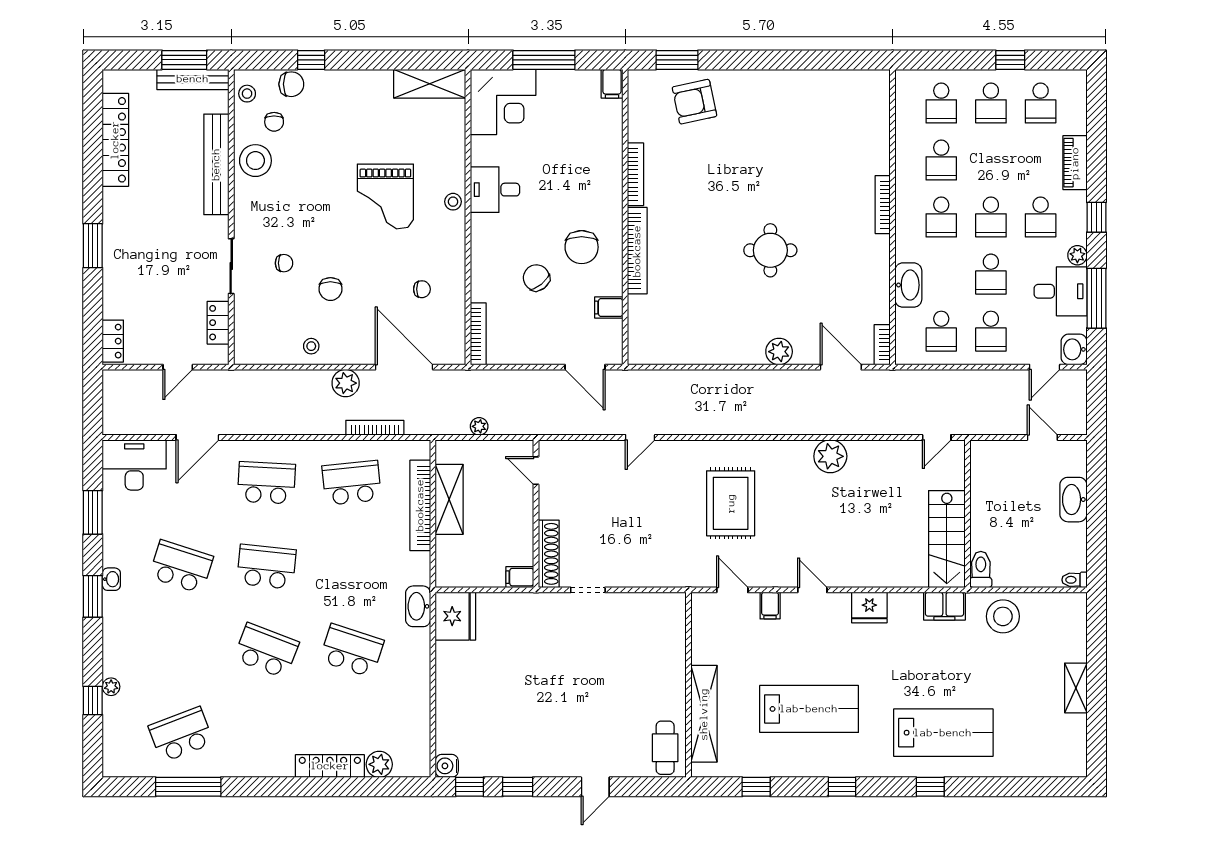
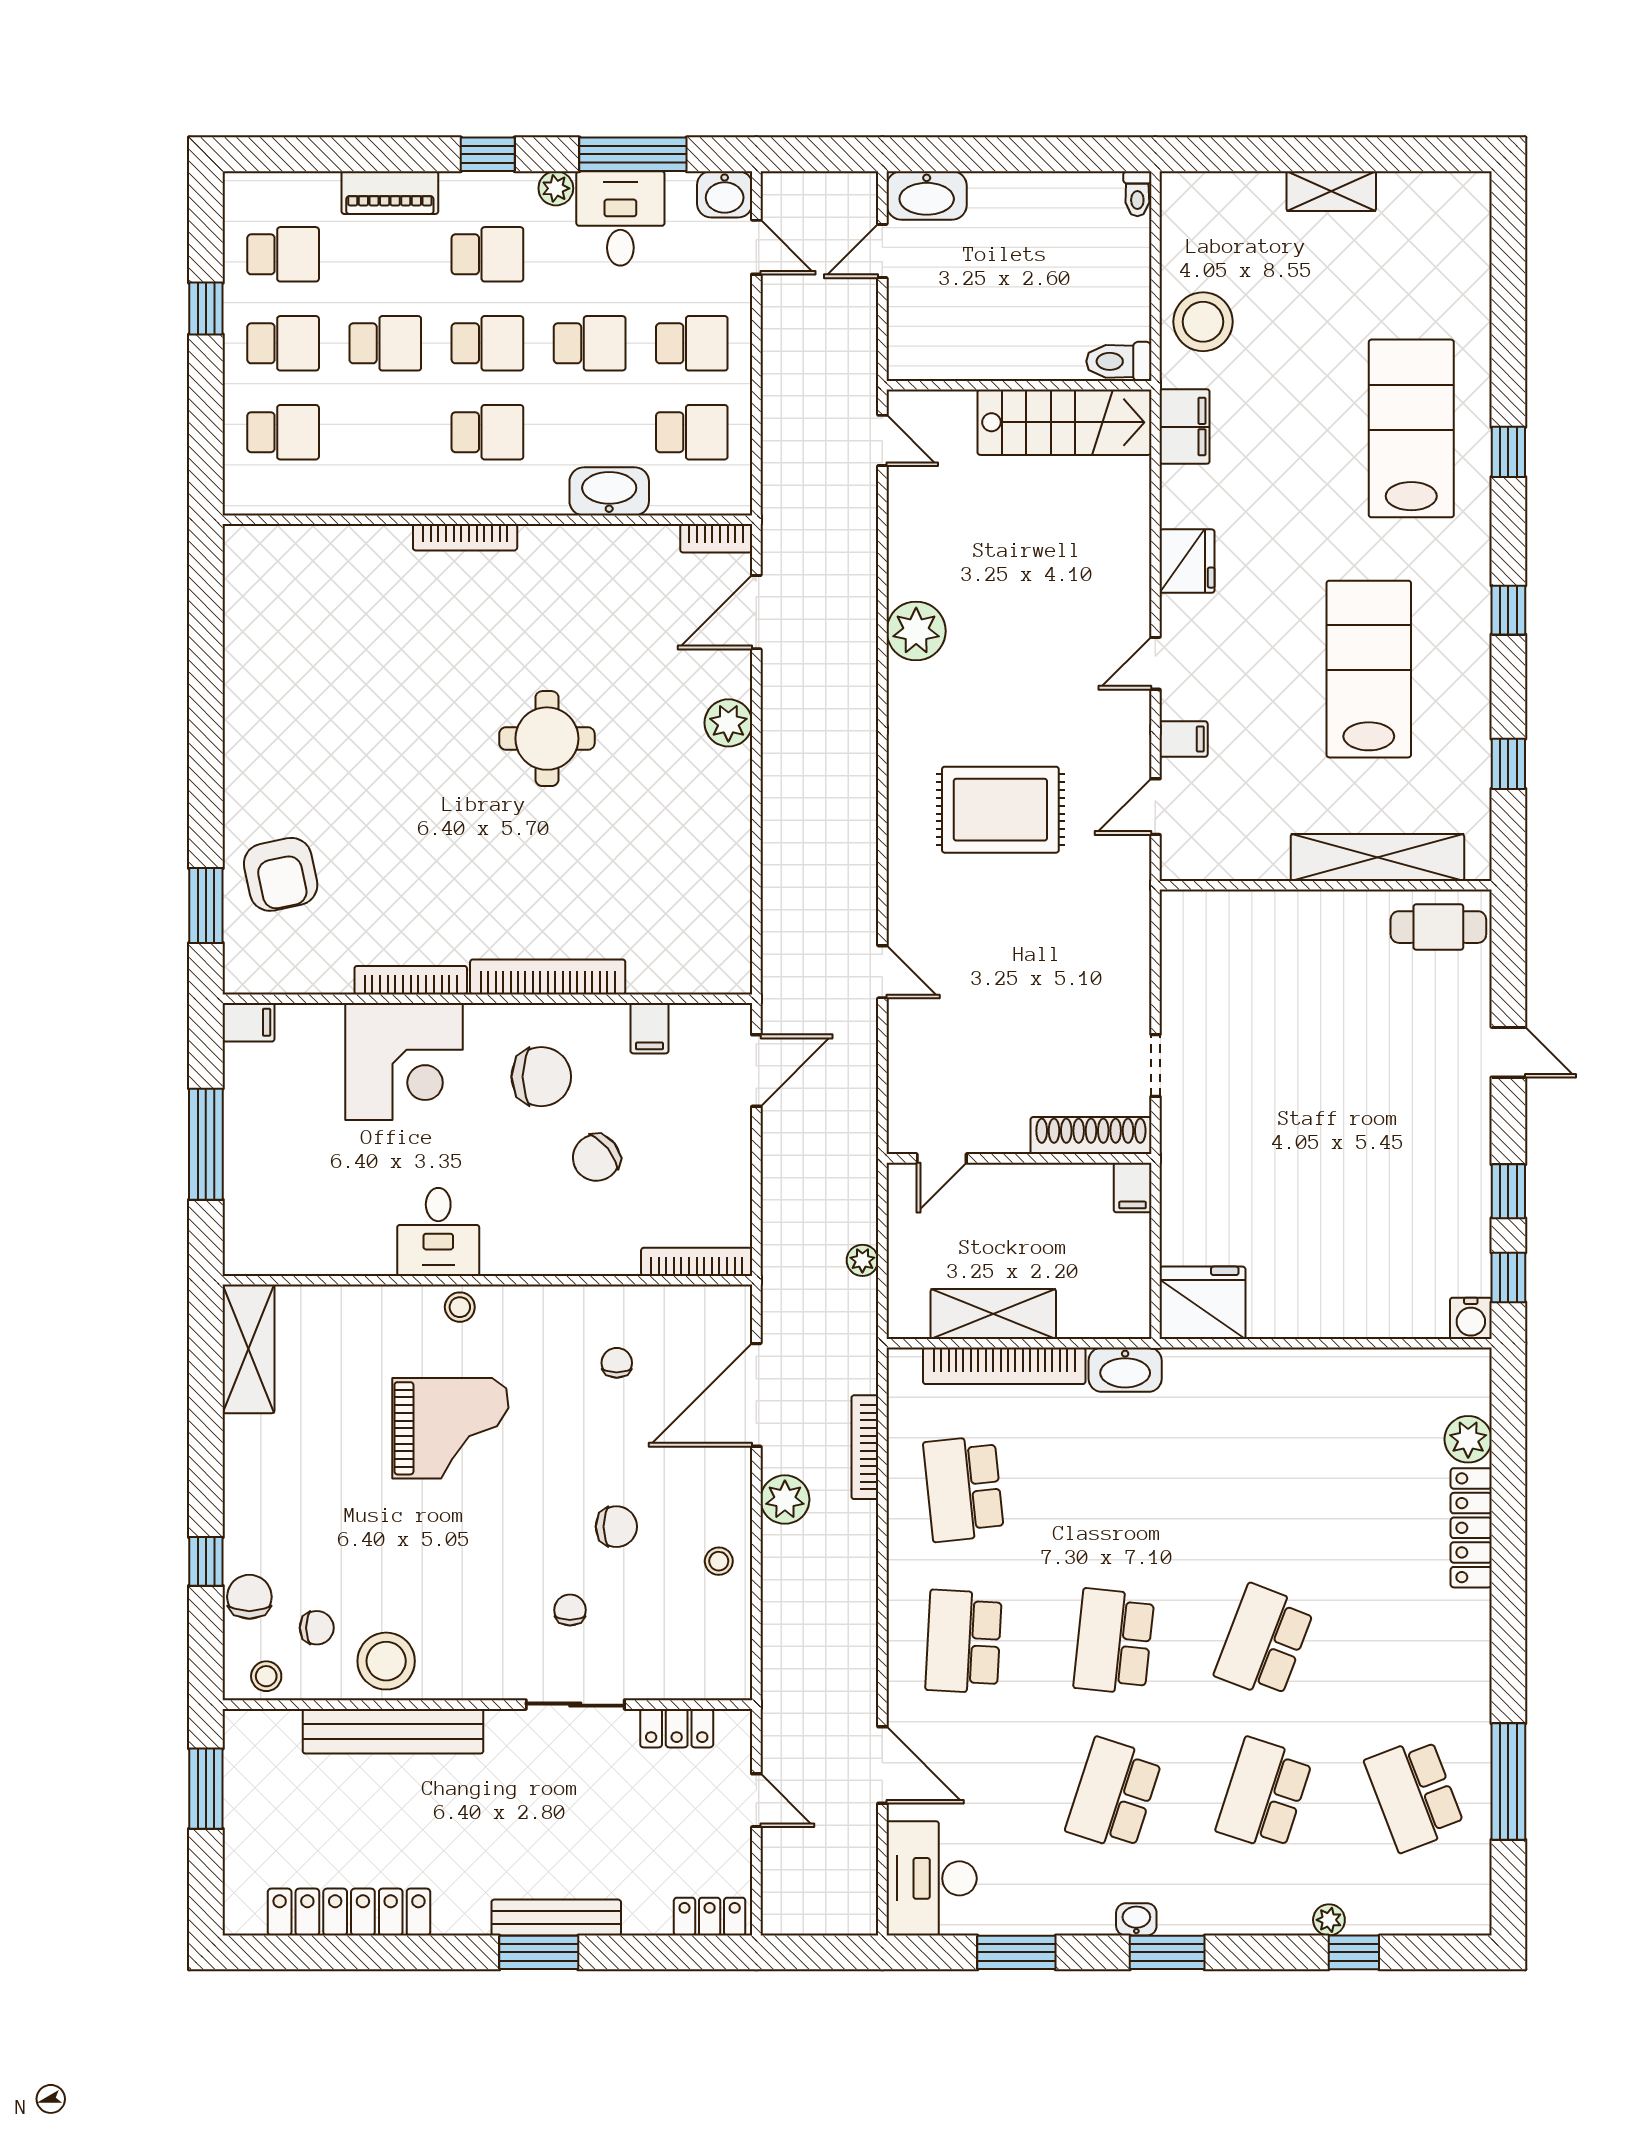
bench: (193, 79) -> (556, 1918), moved, turned 90
corner desk: (503, 102) -> (404, 1062), moved, turned 90
school desk: (941, 160) -> (385, 343), moved
washbasin: (1073, 500) -> (927, 195), moved
washbasin: (418, 606) -> (1125, 1370), moved
school desk: (352, 651) -> (1264, 1794), moved

